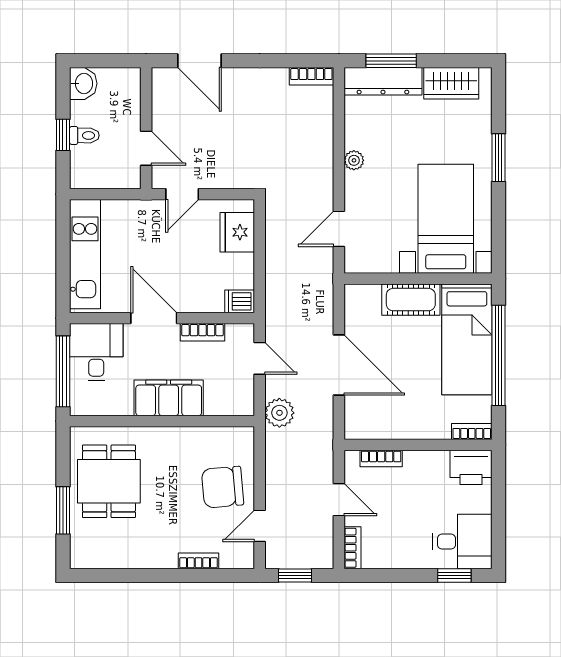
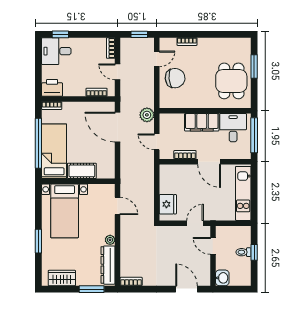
dresser: (383, 81) -> (108, 265), moved, turned -90
washbasin: (83, 83) -> (222, 278), moved, turned 180
door: (339, 229) -> (118, 206), hinge flipped
dishwasher: (240, 301) -> (167, 170), removed
desk: (96, 352) -> (233, 128), moved, turned 180
door: (339, 365) -> (118, 127), moved

